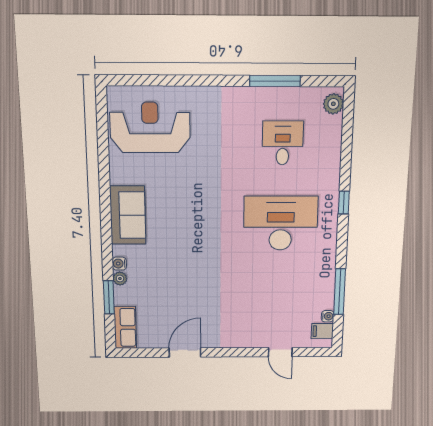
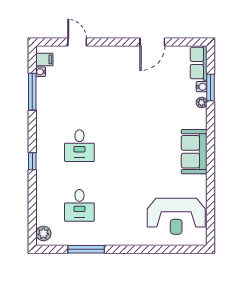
desk: (281, 223) -> (79, 146), width x0.53, depth x0.77
water cooler: (119, 264) -> (202, 87), moved

